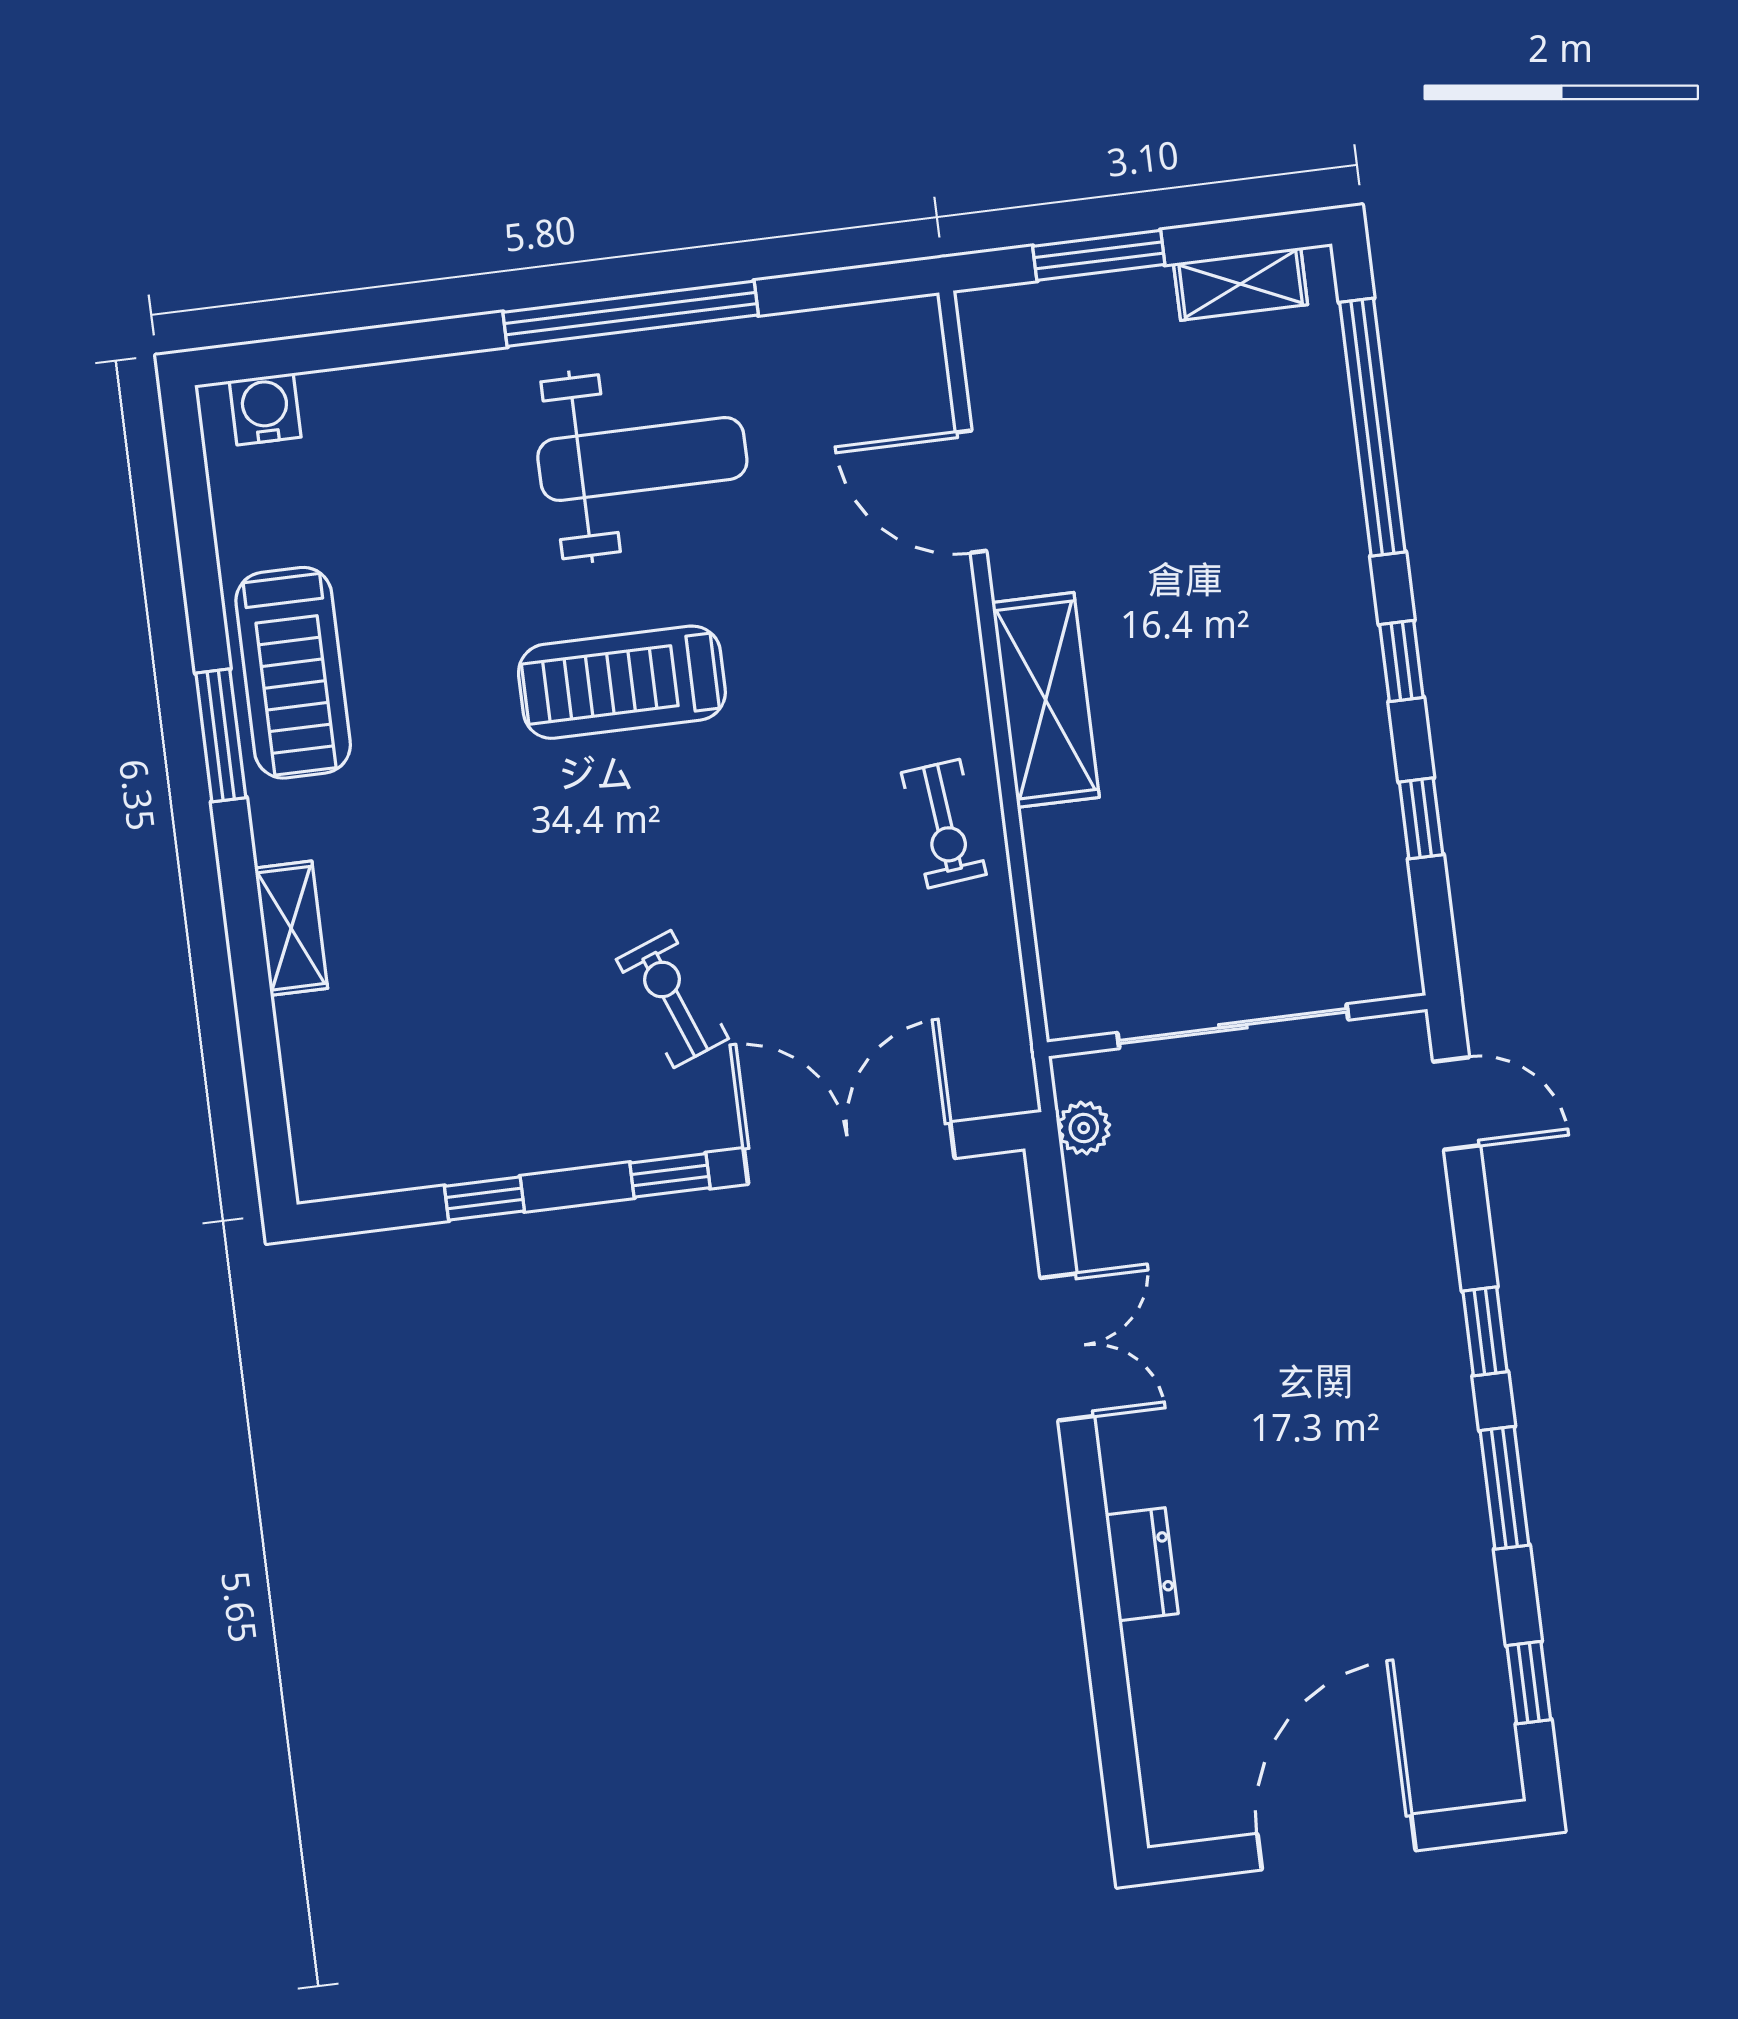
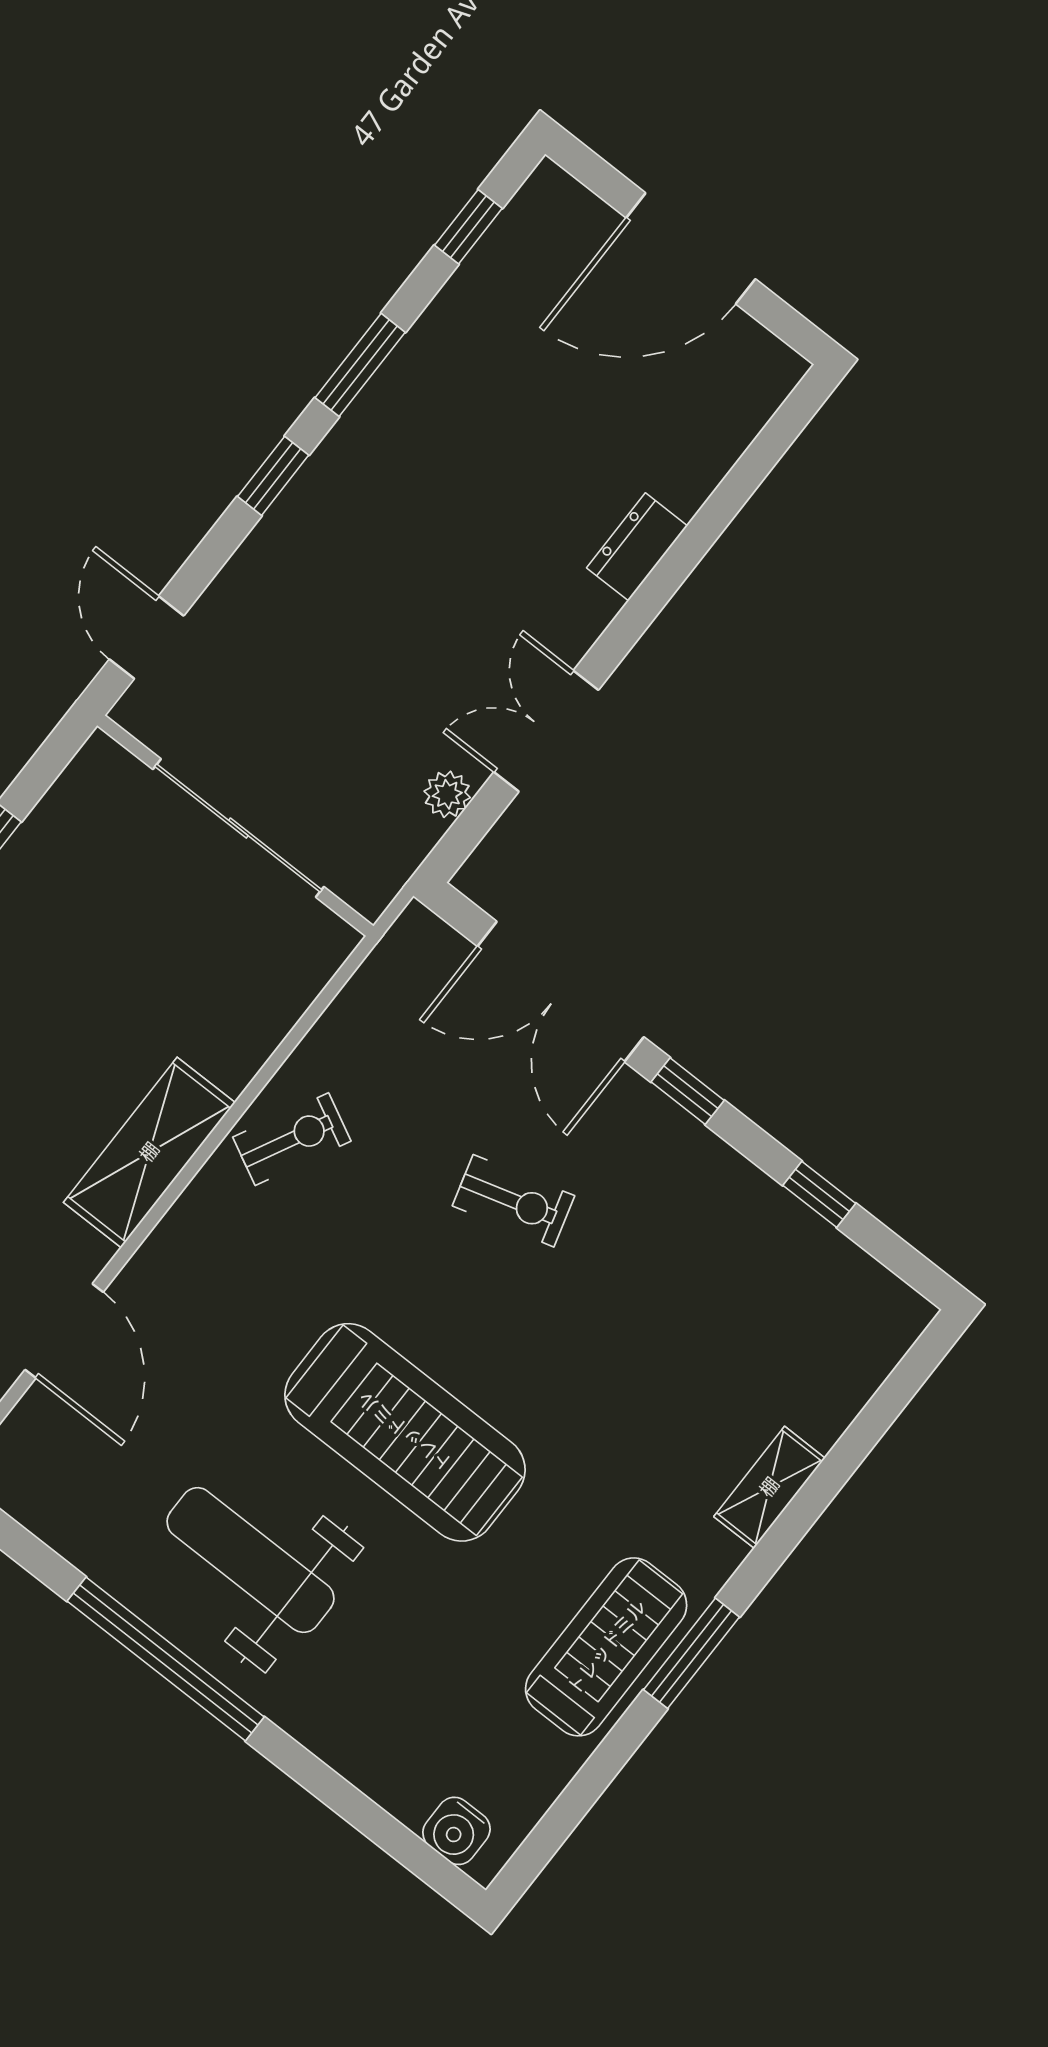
treadmill: (622, 682) -> (405, 1432), width x1.37, depth x1.38
exercise bike: (944, 824) -> (292, 1139), turned 33
exercise bike: (672, 999) -> (514, 1201), moved, turned -85
plant: (1084, 1128) -> (447, 794), moved

